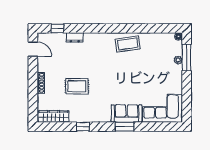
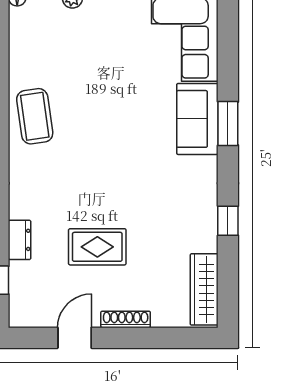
door: (33, 49) -> (75, 338), moved
rug: (77, 86) -> (97, 247), moved, turned 90

